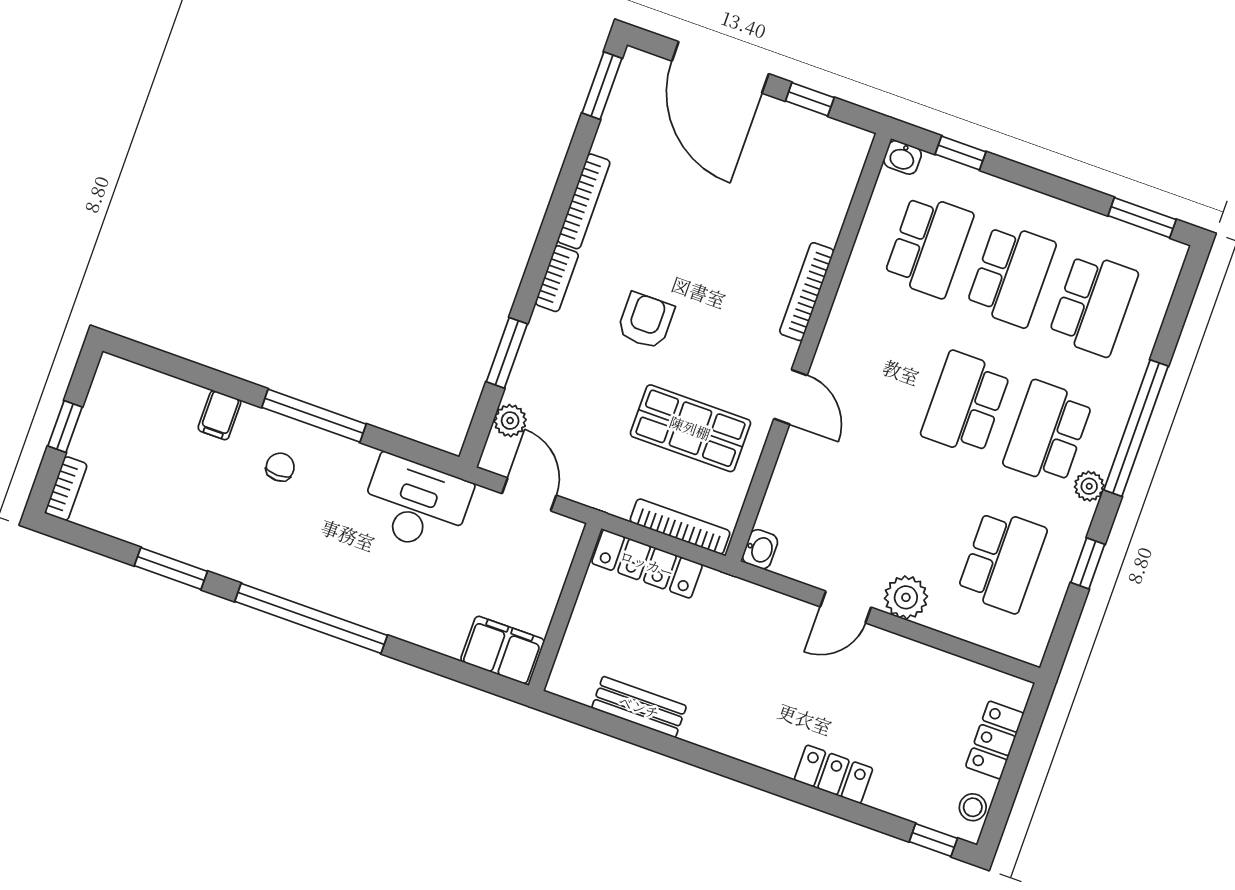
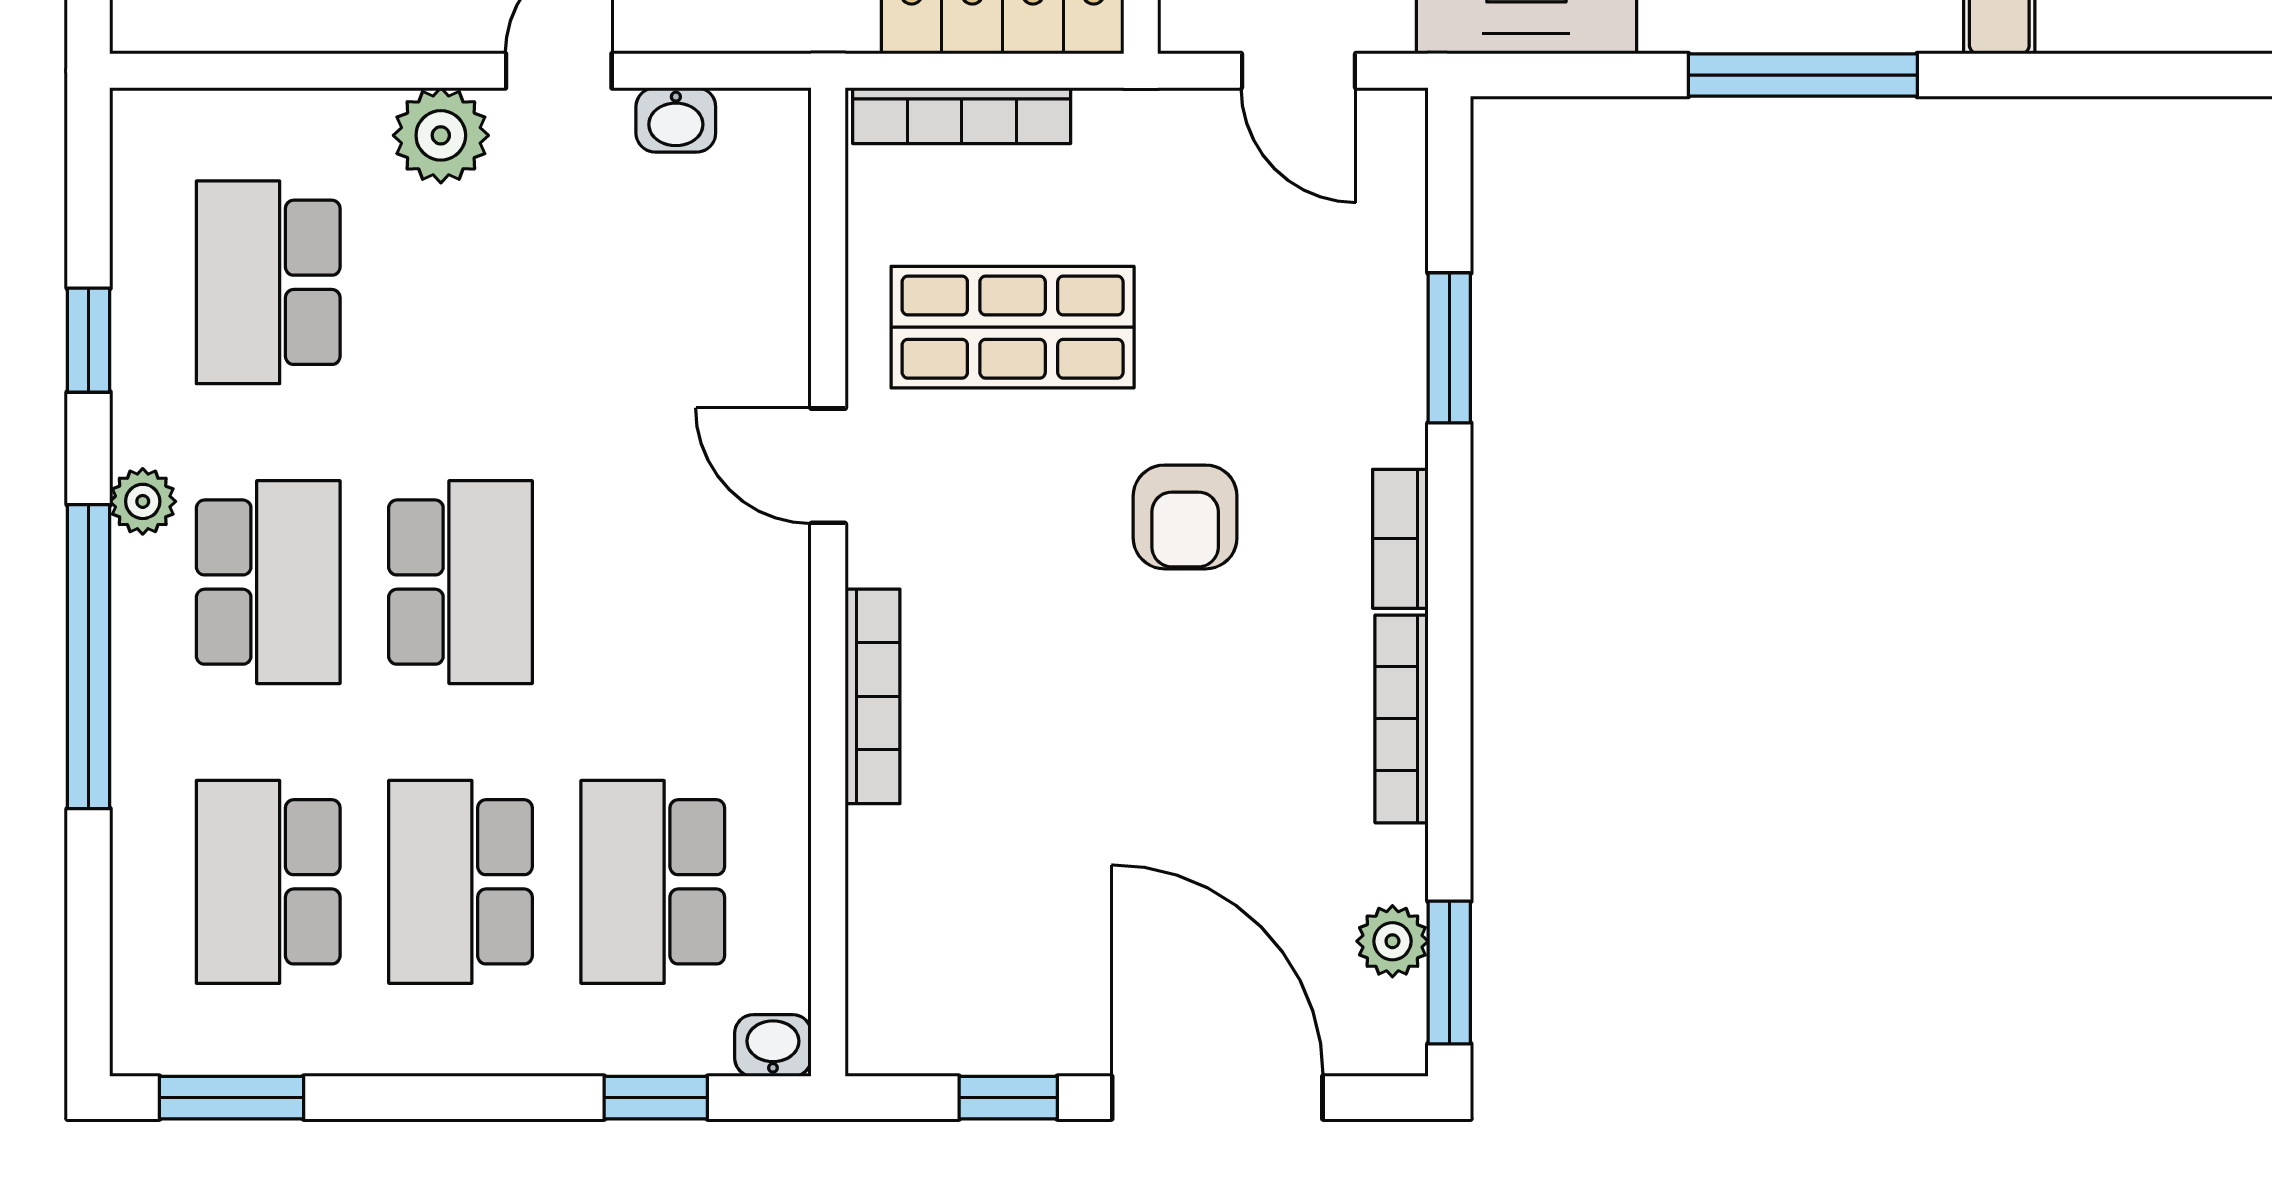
plant: (510, 421) -> (1392, 941), moved
washbasin: (760, 549) -> (676, 120), moved, turned -90

